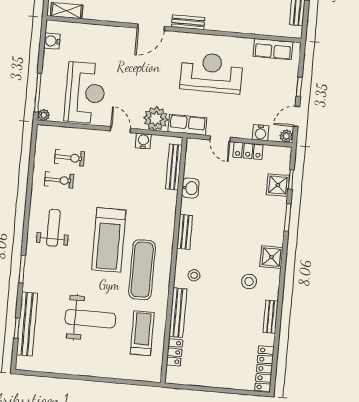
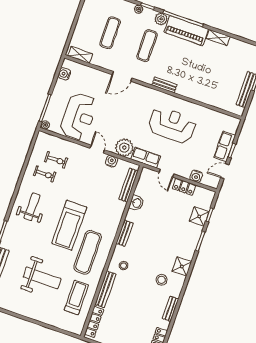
door: (151, 27) -> (122, 76), moved
row of seats: (273, 49) -> (225, 146), moved, turned 90
plant: (286, 136) -> (214, 183), removed
locker: (174, 352) -> (94, 322), width x1.53

